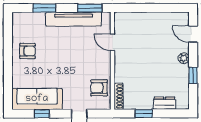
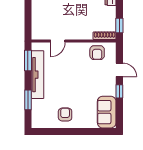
sofa: (37, 99) -> (107, 112), width x0.73
window: (144, 113) -> (119, 25), moved
window: (42, 114) -> (119, 91), moved

